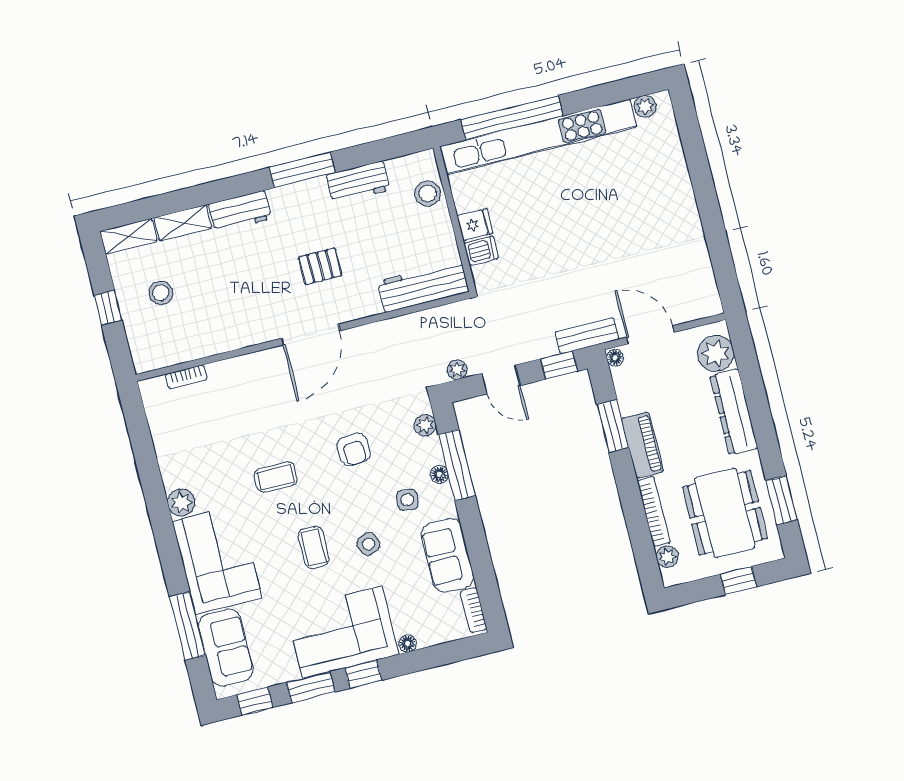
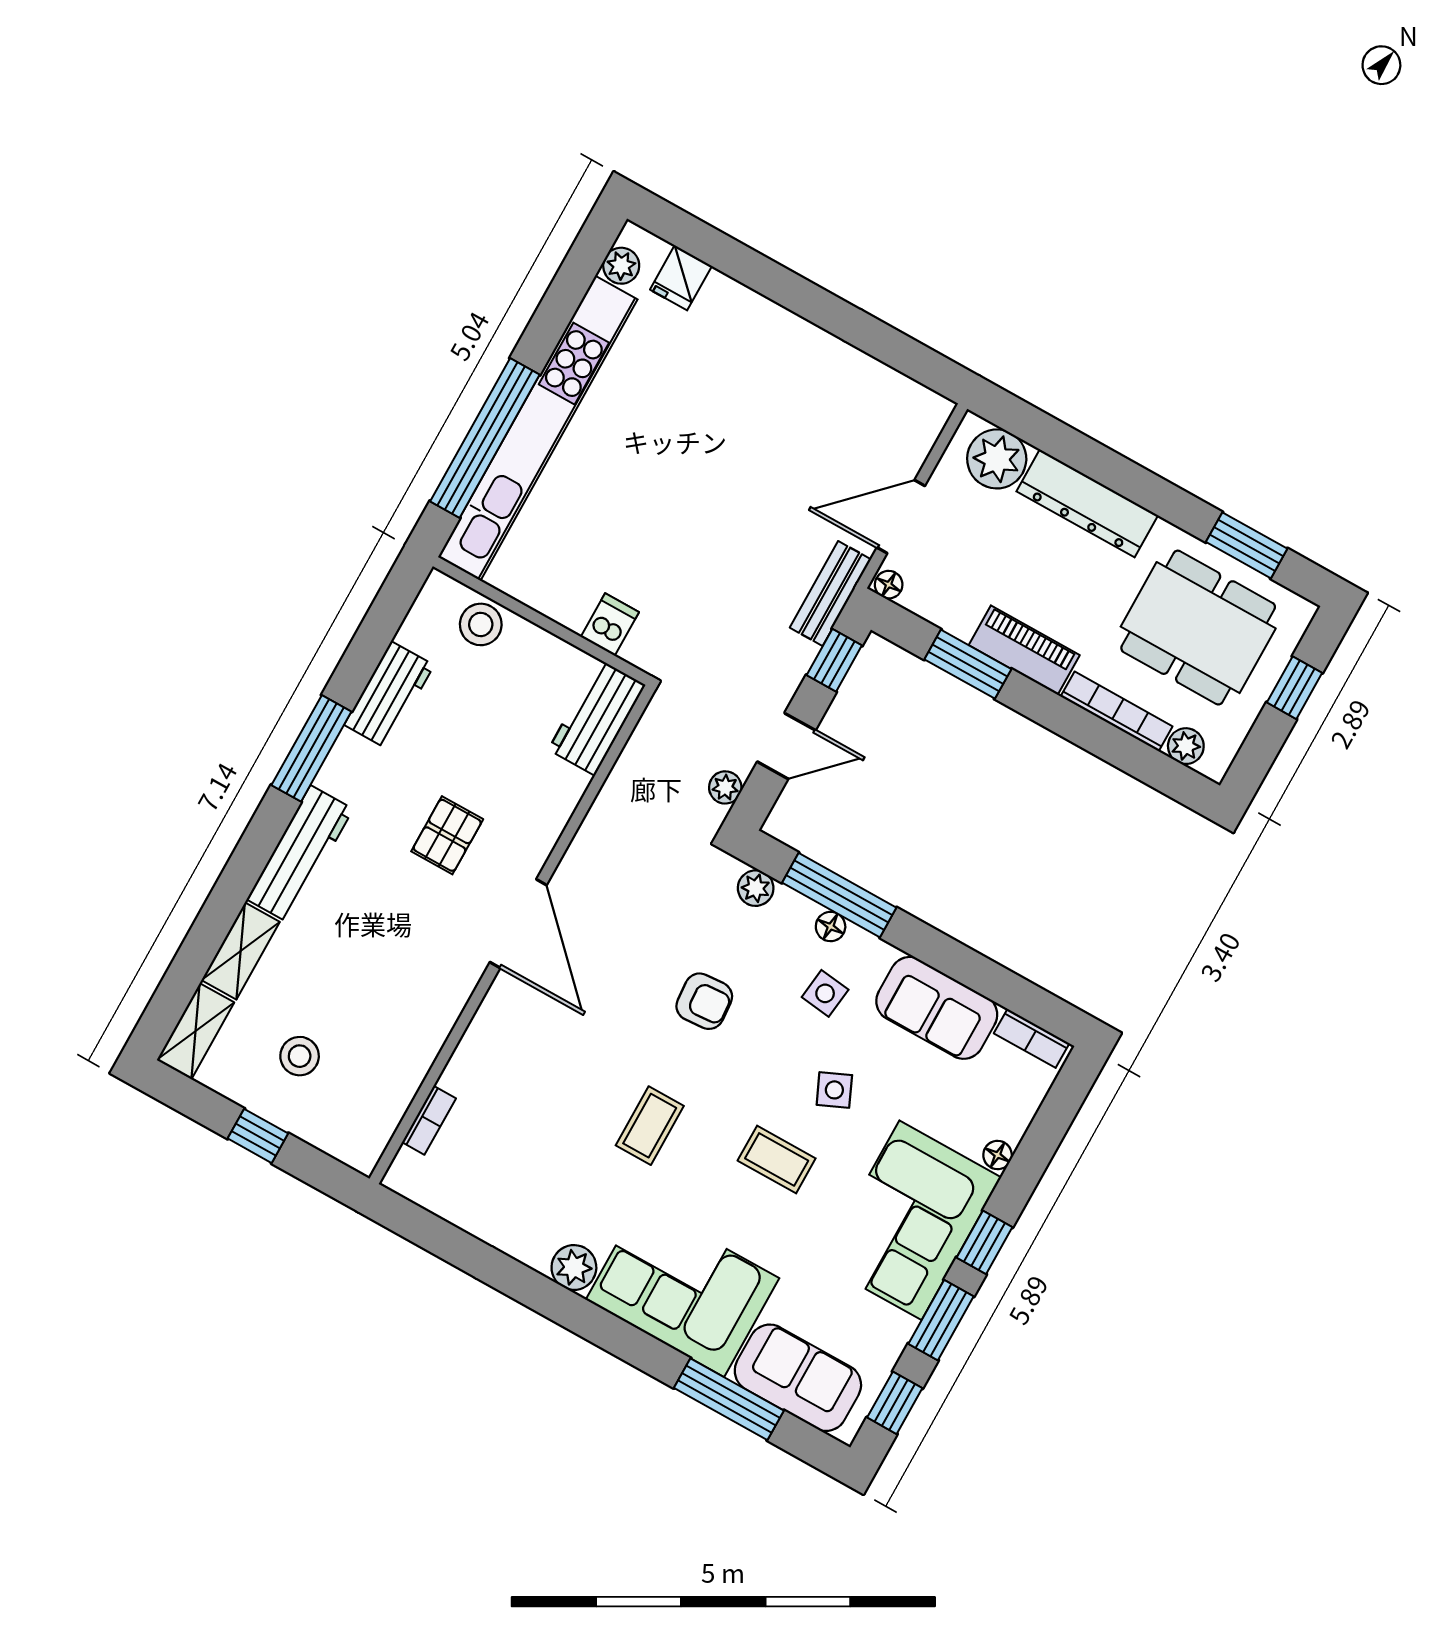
workbench: (240, 212) -> (300, 854), width x1.38
fridge: (475, 225) -> (681, 278), moved, turned 180
workbench: (423, 286) -> (597, 717), width x0.73

